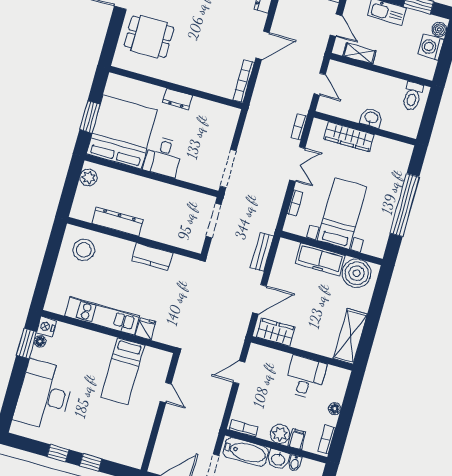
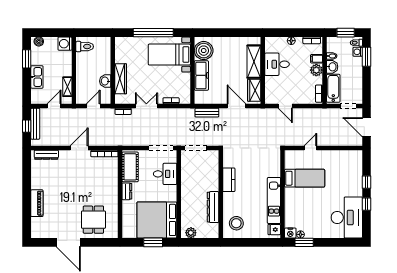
door: (263, 45) -> (79, 148), hinge flipped
washing machine: (431, 47) -> (65, 44), moved, turned 90
cot: (213, 114) -> (130, 167), added
washbasin: (371, 118) -> (105, 81), moved
desk: (163, 157) -> (165, 174), moved
bed with nightstands: (342, 214) -> (169, 55), moved
fridge: (146, 329) -> (274, 230), moved
shelving: (350, 336) -> (254, 62), moved, turned 90
desk: (44, 395) -> (347, 218), moved, turned -90

